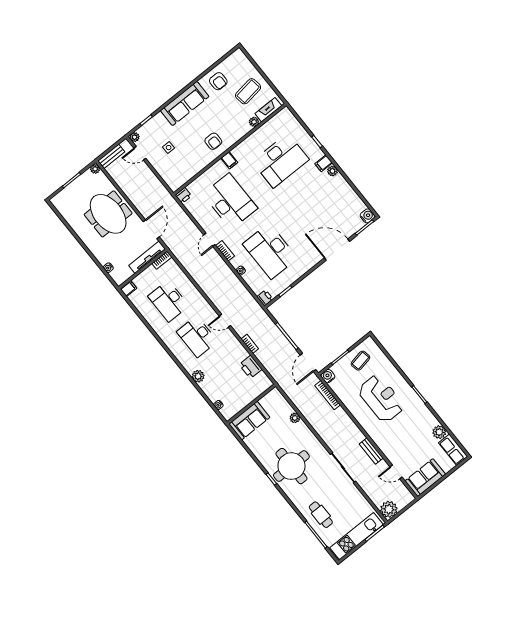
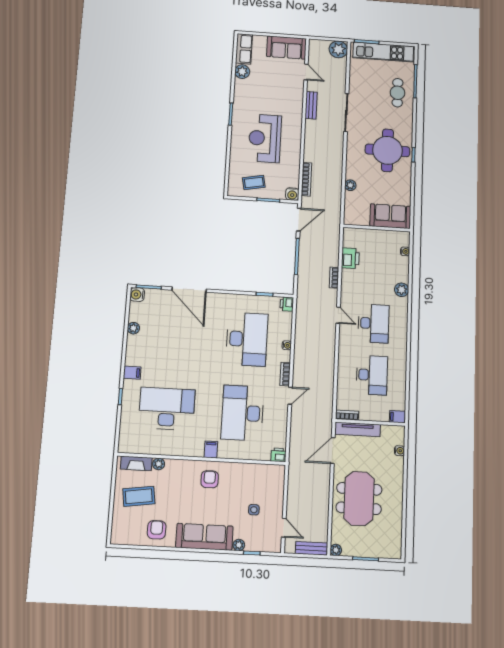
plant: (135, 137) -> (239, 545), moved
plant: (332, 171) -> (133, 328), moved

